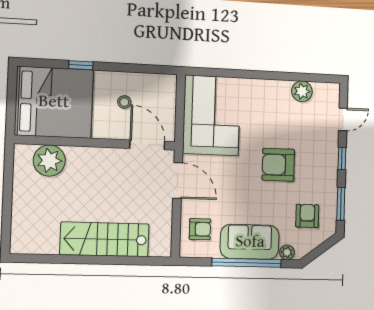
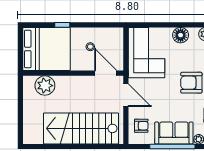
floor lamp: (264, 91) -> (181, 35), added
stairs: (105, 239) -> (81, 128), width x1.36, depth x1.51

